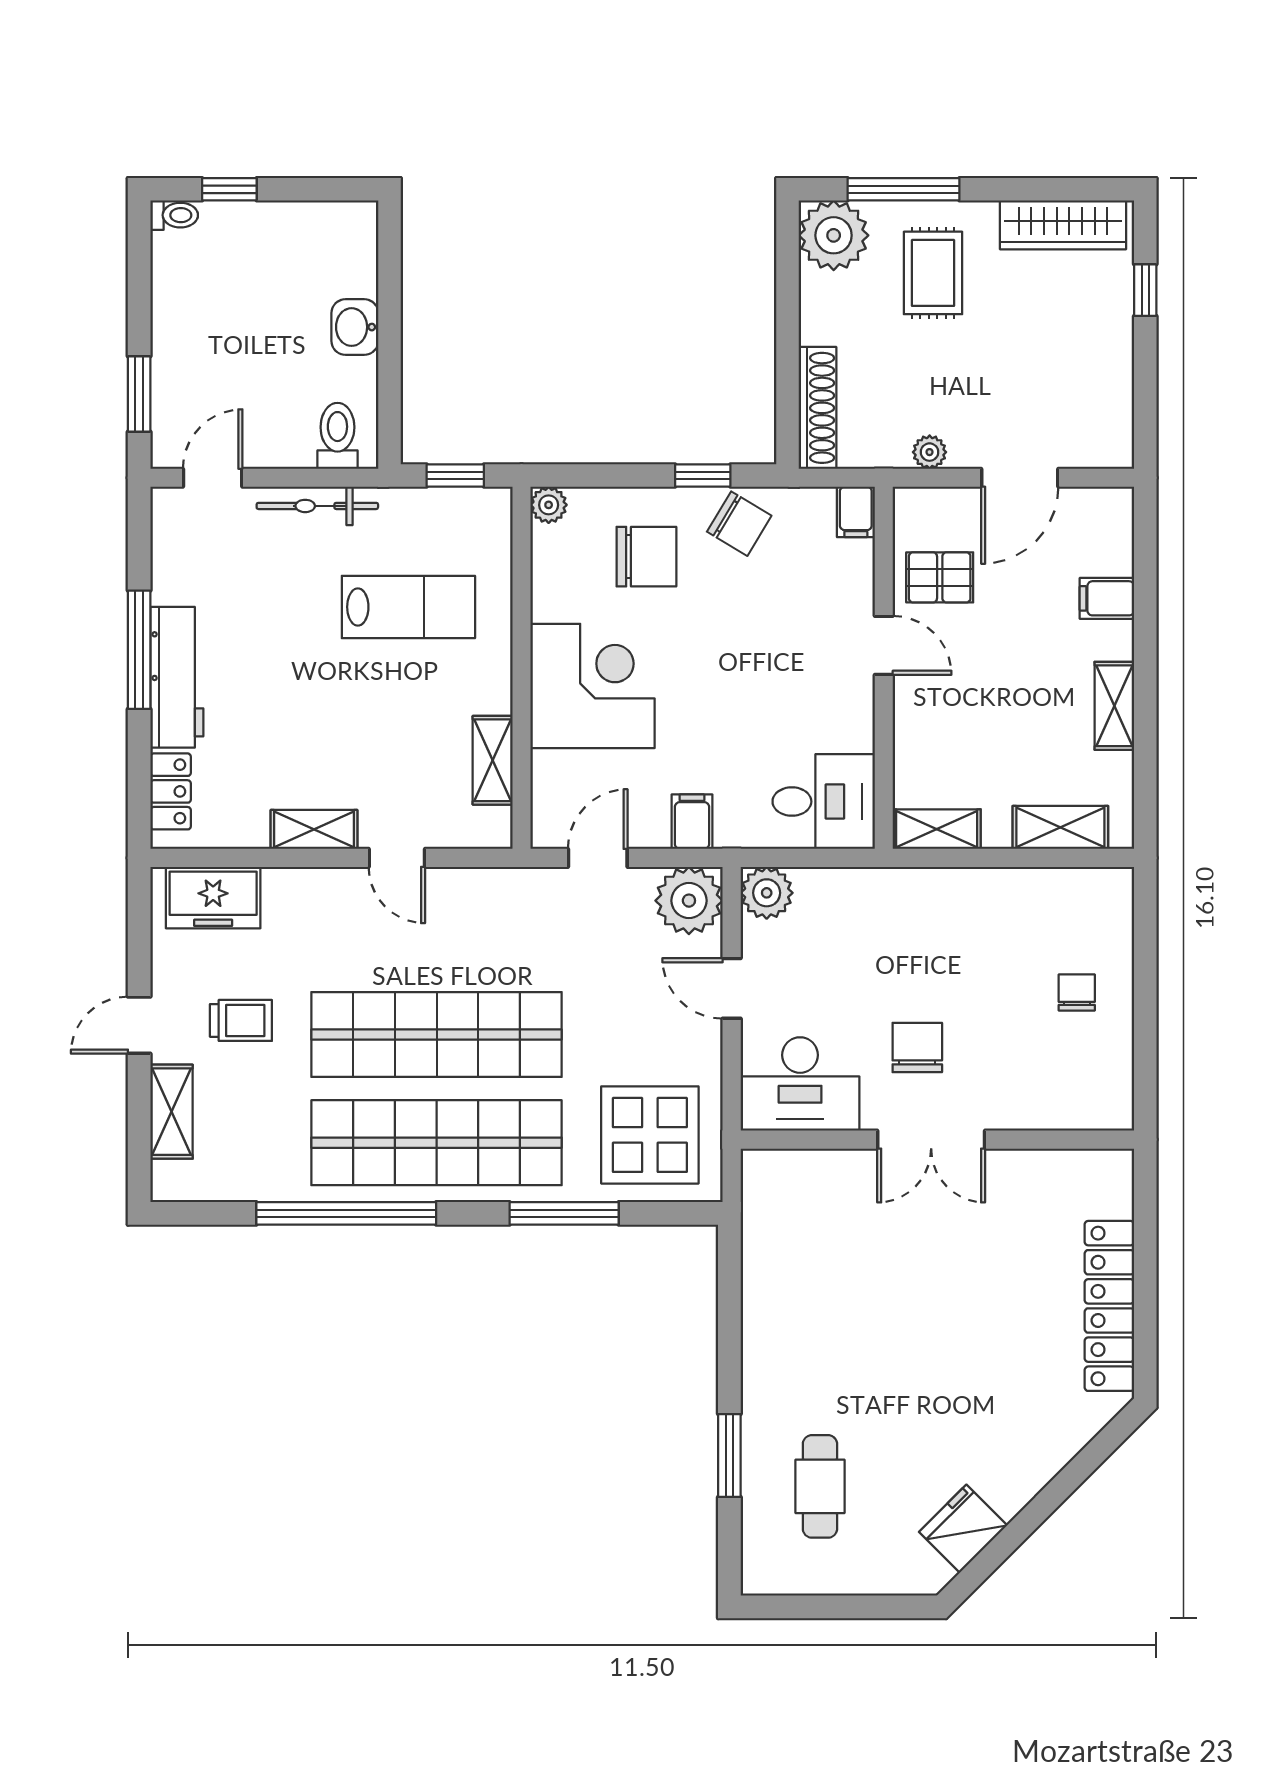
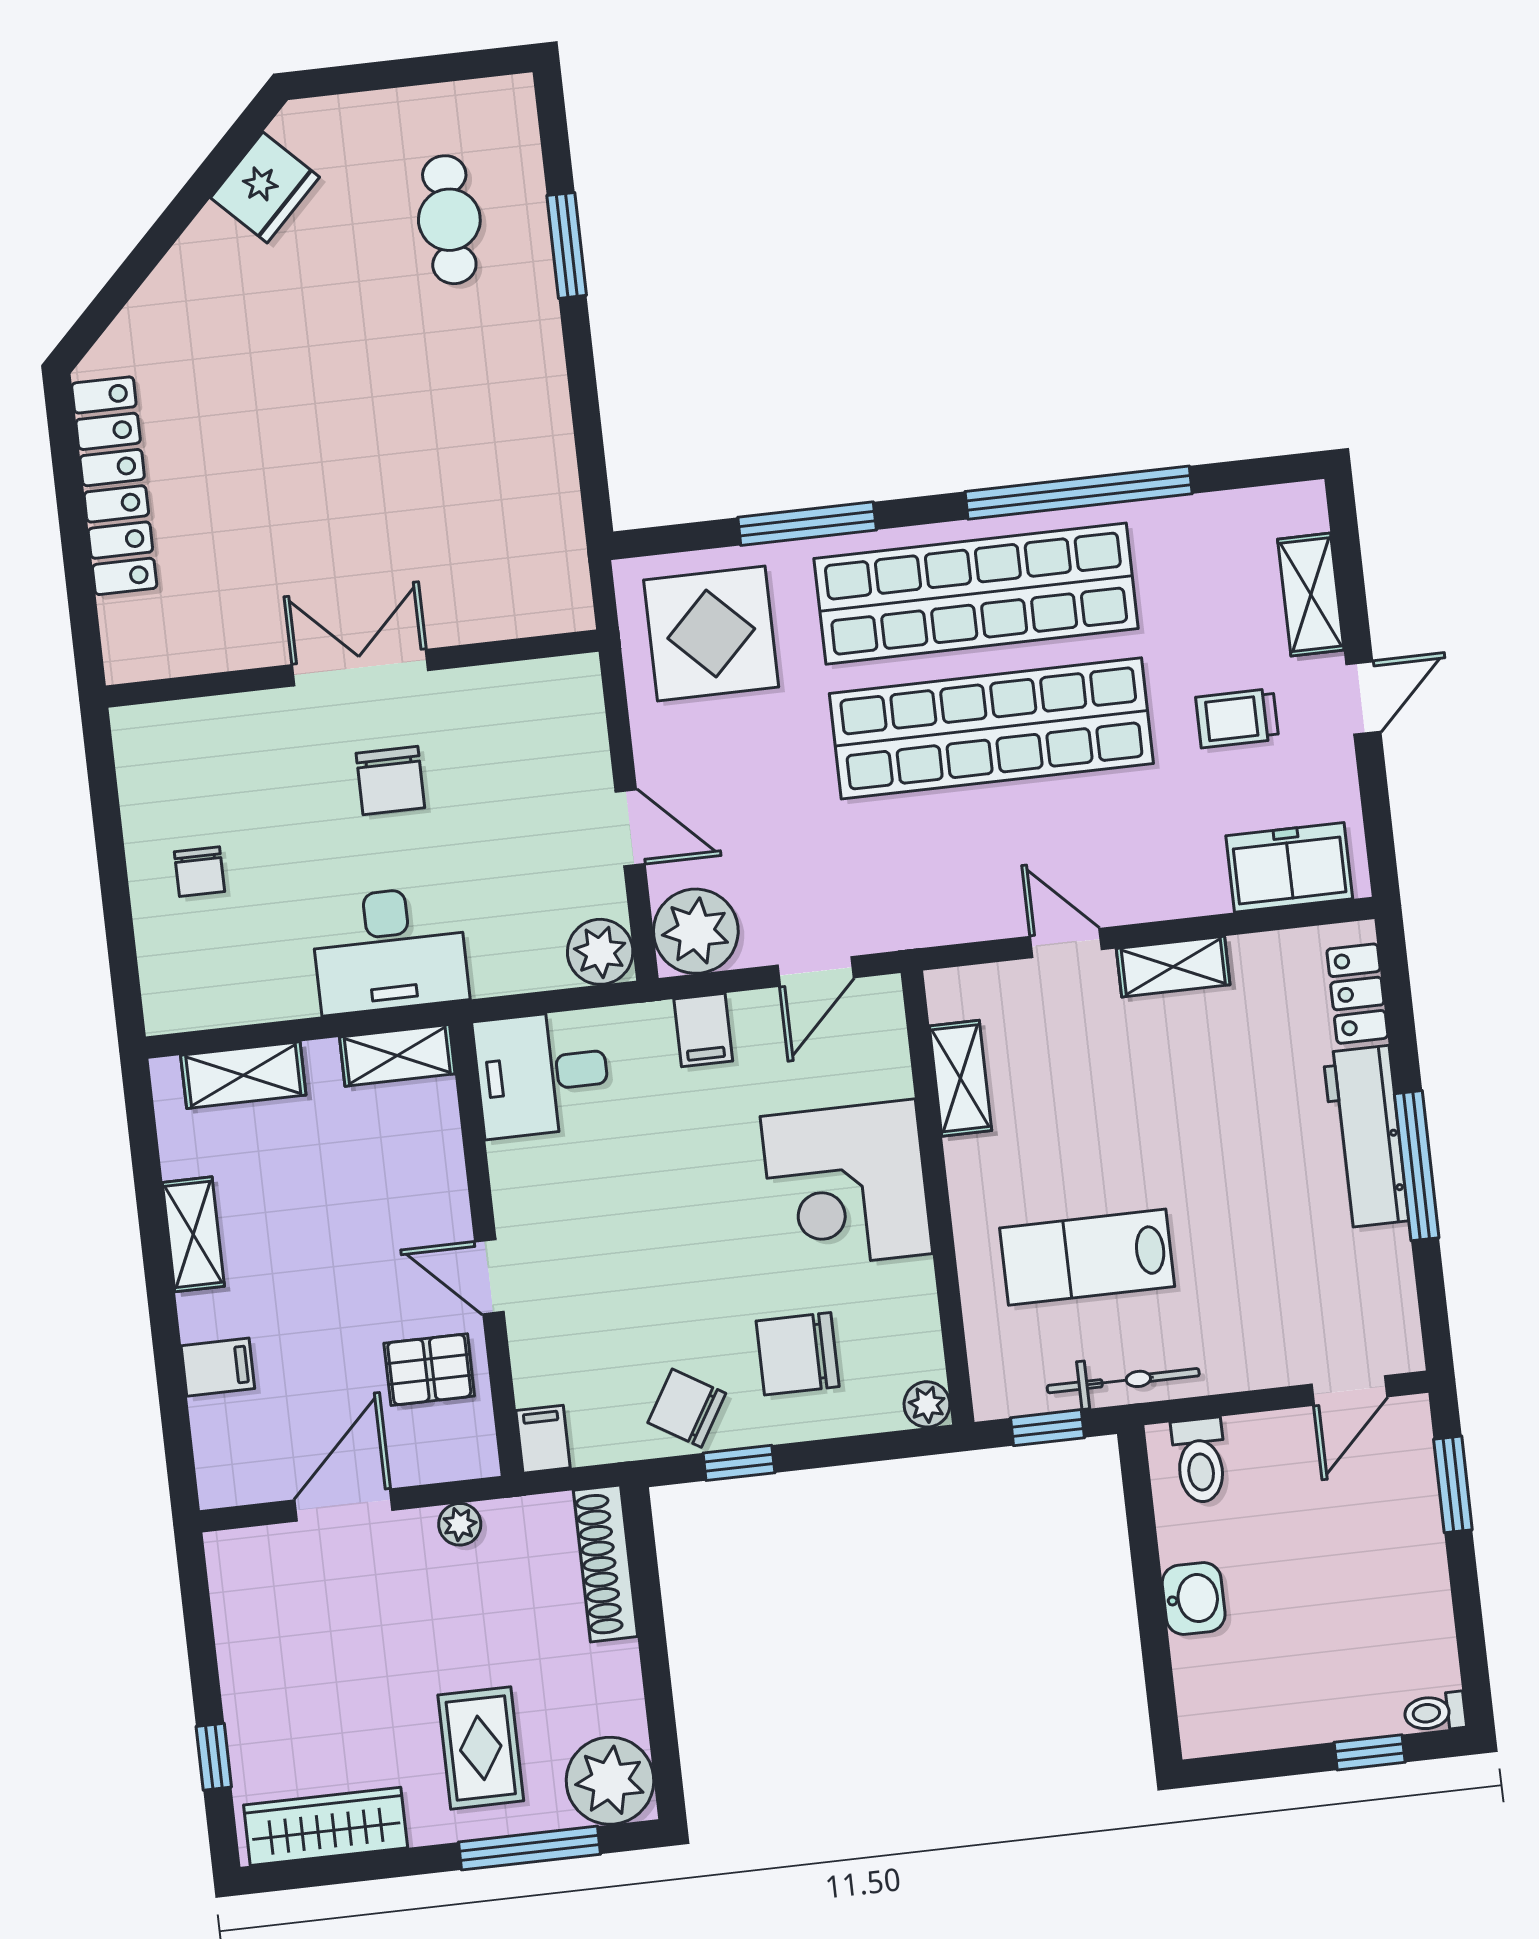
bicycle: (317, 506) -> (1123, 1381), moved
desk: (800, 1084) -> (390, 950), moved, turned 180

